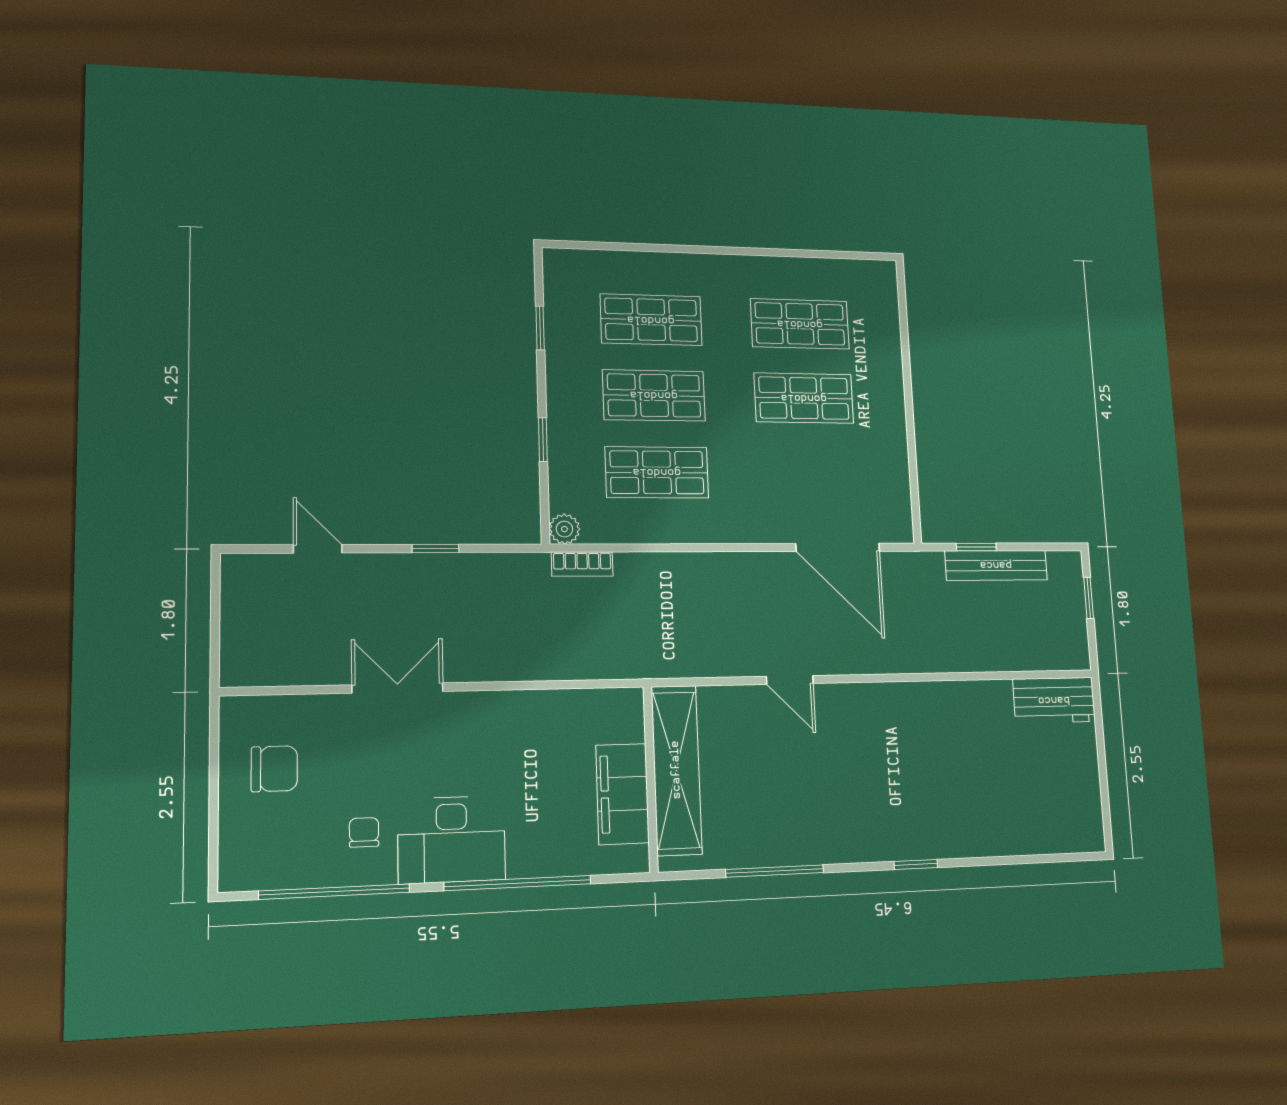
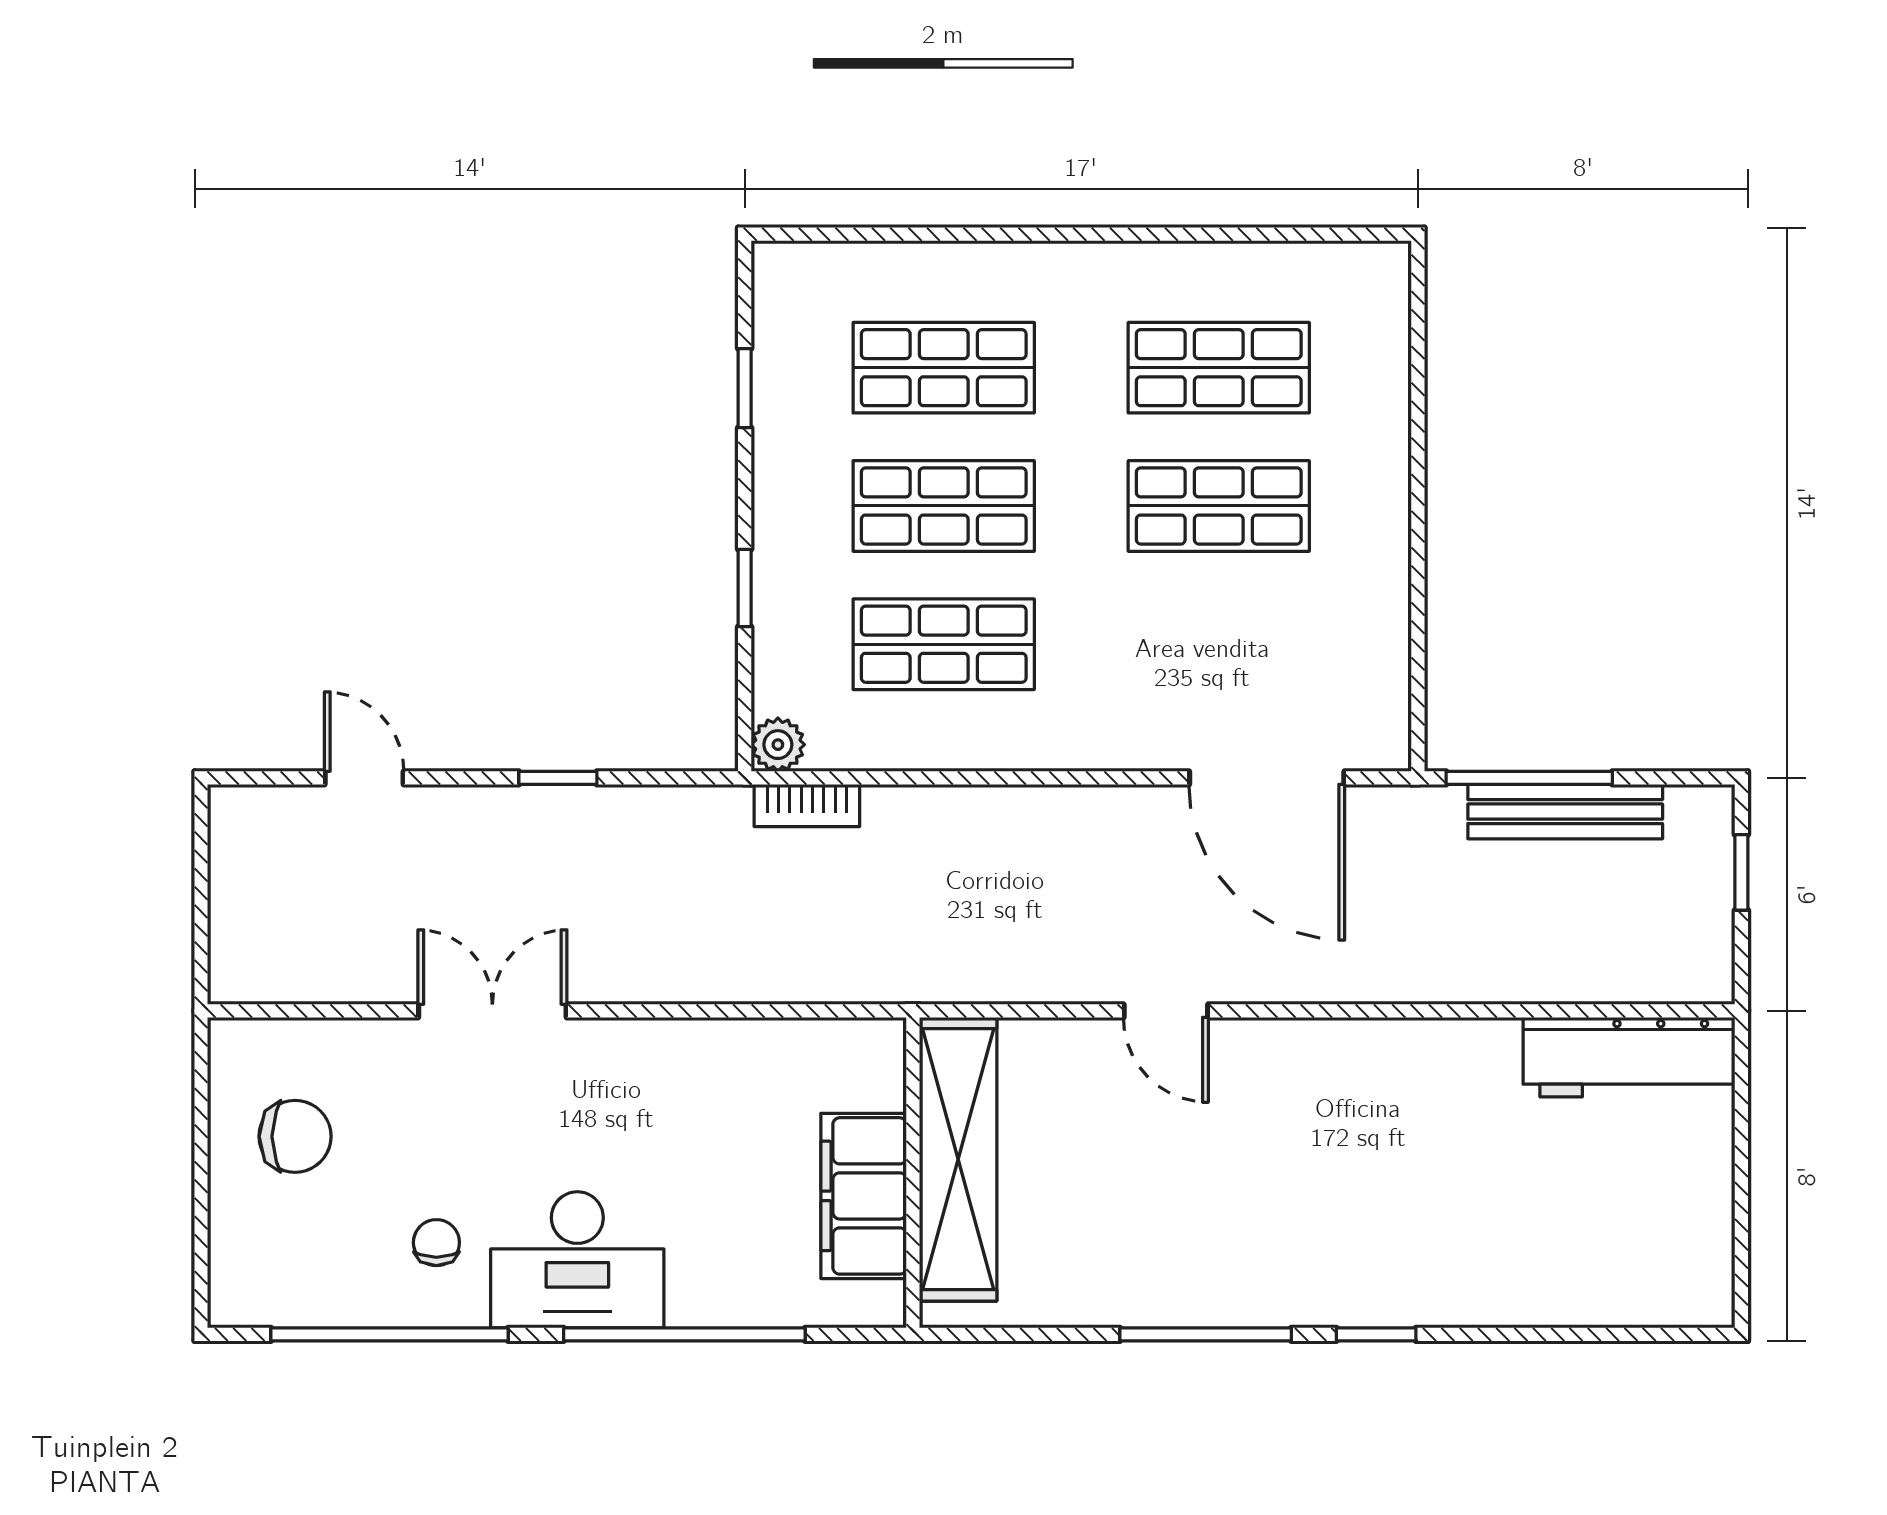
window: (976, 547) -> (1529, 778), width x2.17
workbench: (1054, 700) -> (1629, 1057), width x1.38
window: (775, 871) -> (1206, 1334), moved

